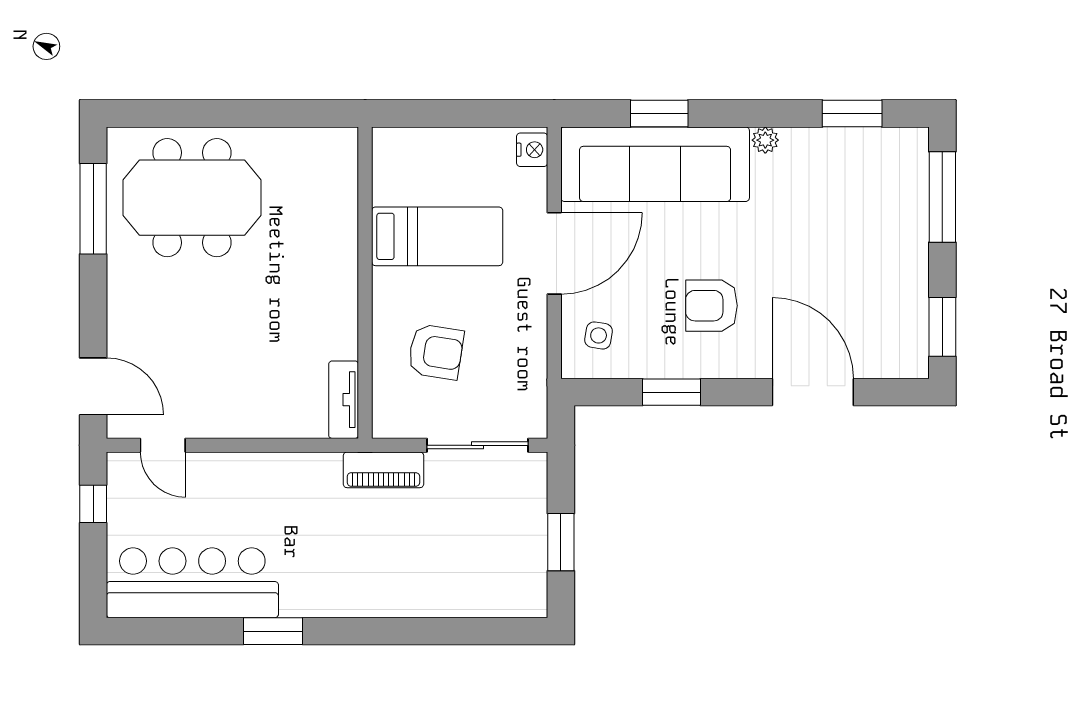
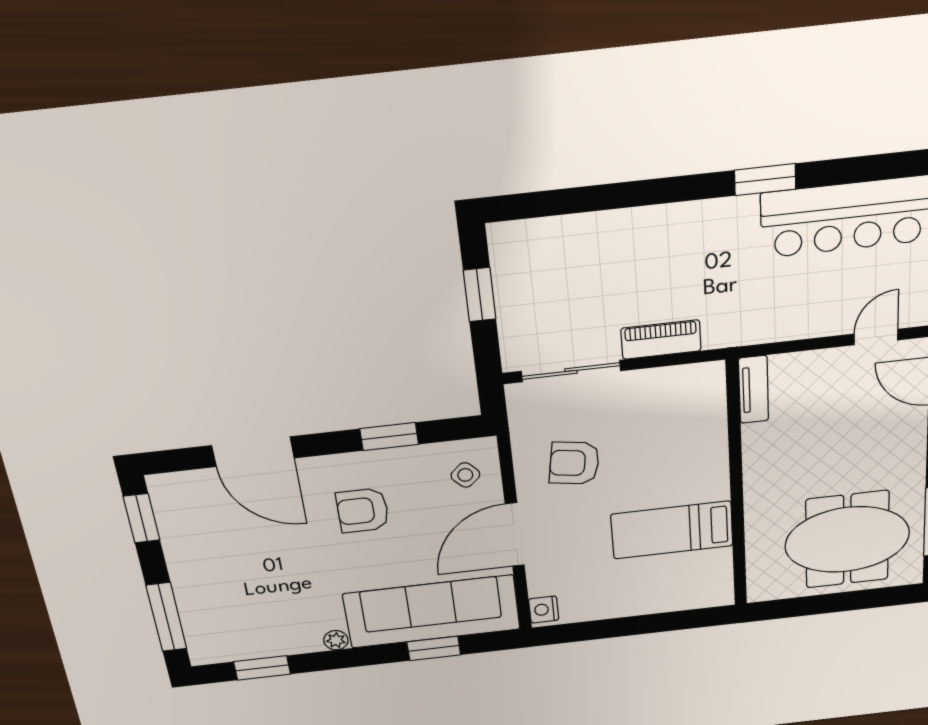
bed: (437, 236) -> (672, 530), moved
wall: (365, 283) -> (737, 487), moved
armchair: (711, 306) -> (363, 510), turned 180
side table: (599, 335) -> (465, 475), turned 38
armchair: (436, 352) -> (574, 463), moved
tv unit: (344, 400) -> (754, 390), moved
door: (163, 445) -> (876, 337), hinge flipped

